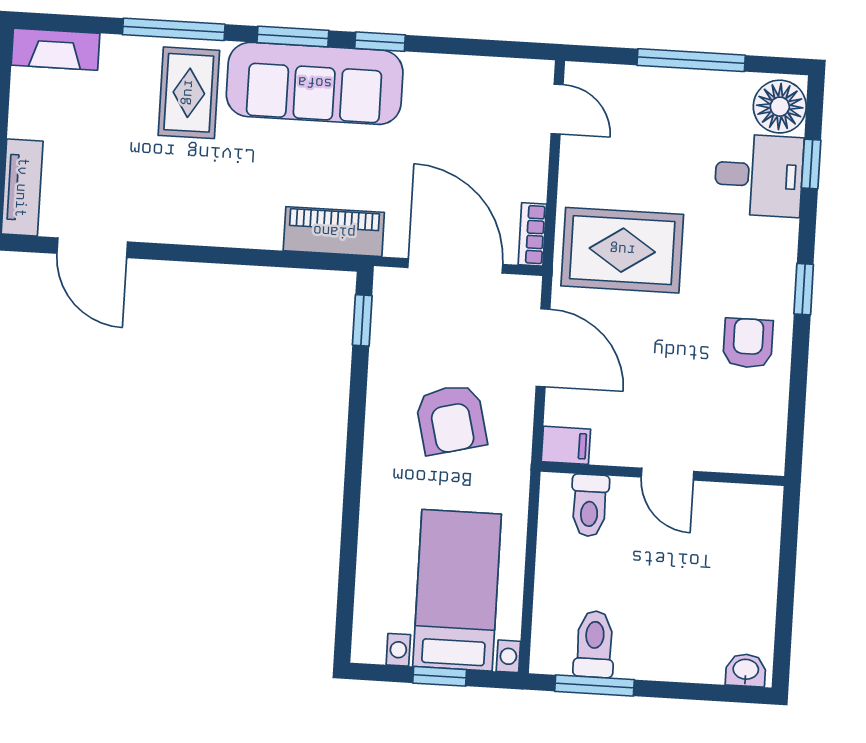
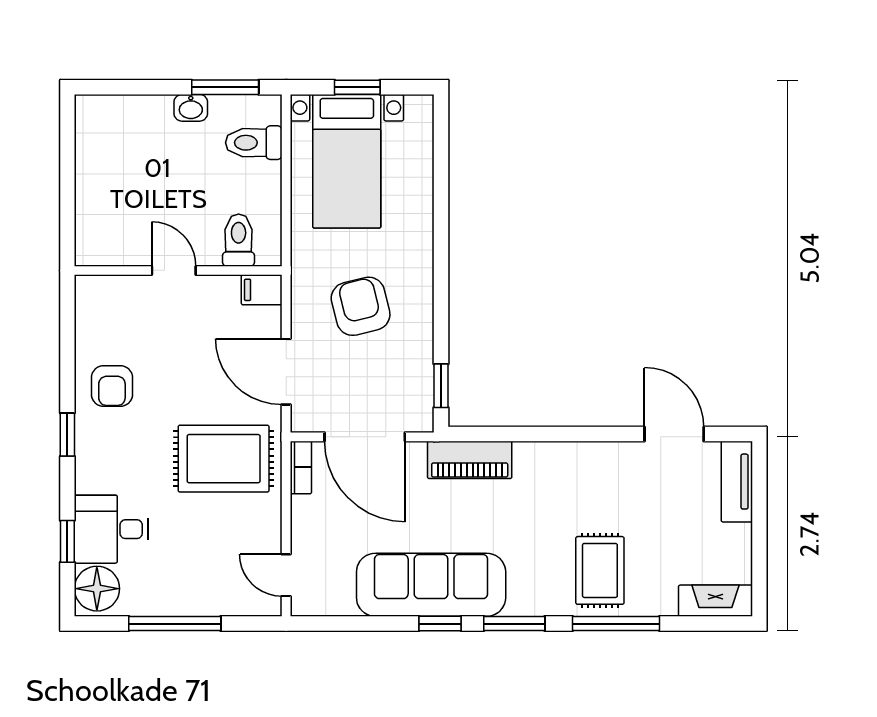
sofa: (315, 83) -> (431, 585), moved
toilet: (594, 644) -> (254, 143), moved, turned 90
washbasin: (746, 670) -> (191, 108), moved

